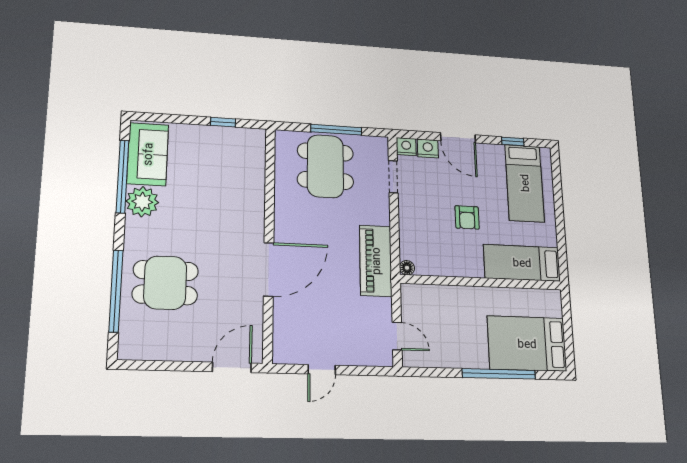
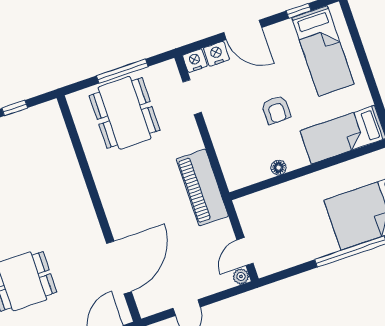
floor lamp: (407, 268) -> (279, 168), moved
door: (269, 269) -> (119, 267), moved
door: (397, 336) -> (245, 252), swing flipped
plant: (385, 359) -> (241, 276), added

